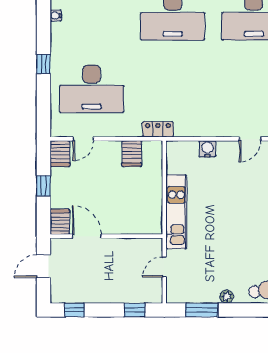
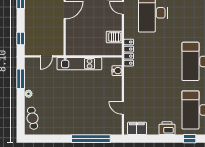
locker: (158, 129) -> (129, 53), width x1.53
water cooler: (207, 149) -> (117, 71), moved
door: (164, 267) -> (46, 56), swing flipped

